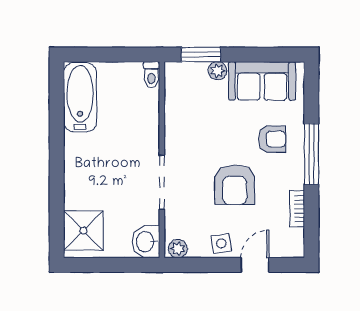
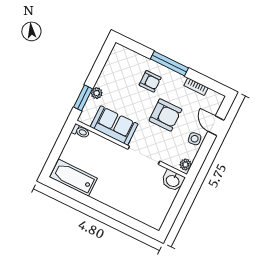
sofa: (262, 81) -> (114, 125), moved, turned -90
armchair: (272, 139) -> (150, 81), turned 90
shower: (83, 231) -> (149, 213), removed

